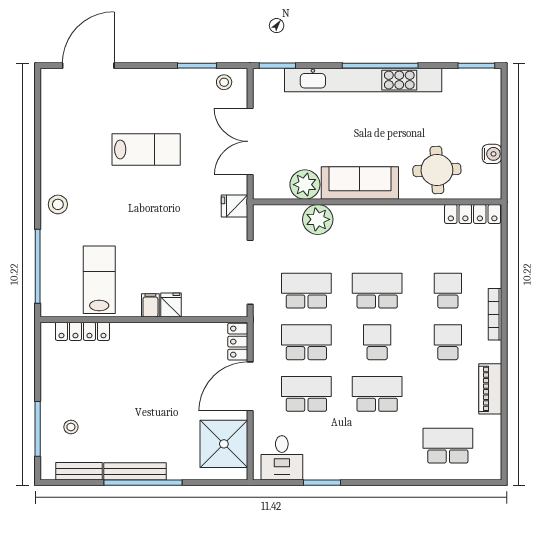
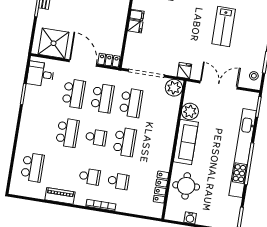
locker: (473, 214) -> (161, 187), moved
plant: (318, 219) -> (174, 88), moved

